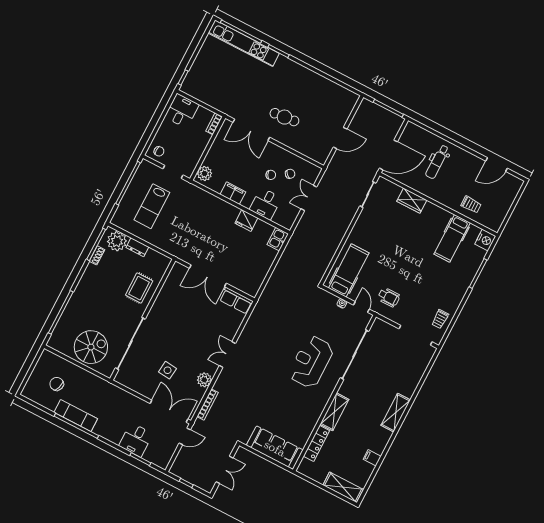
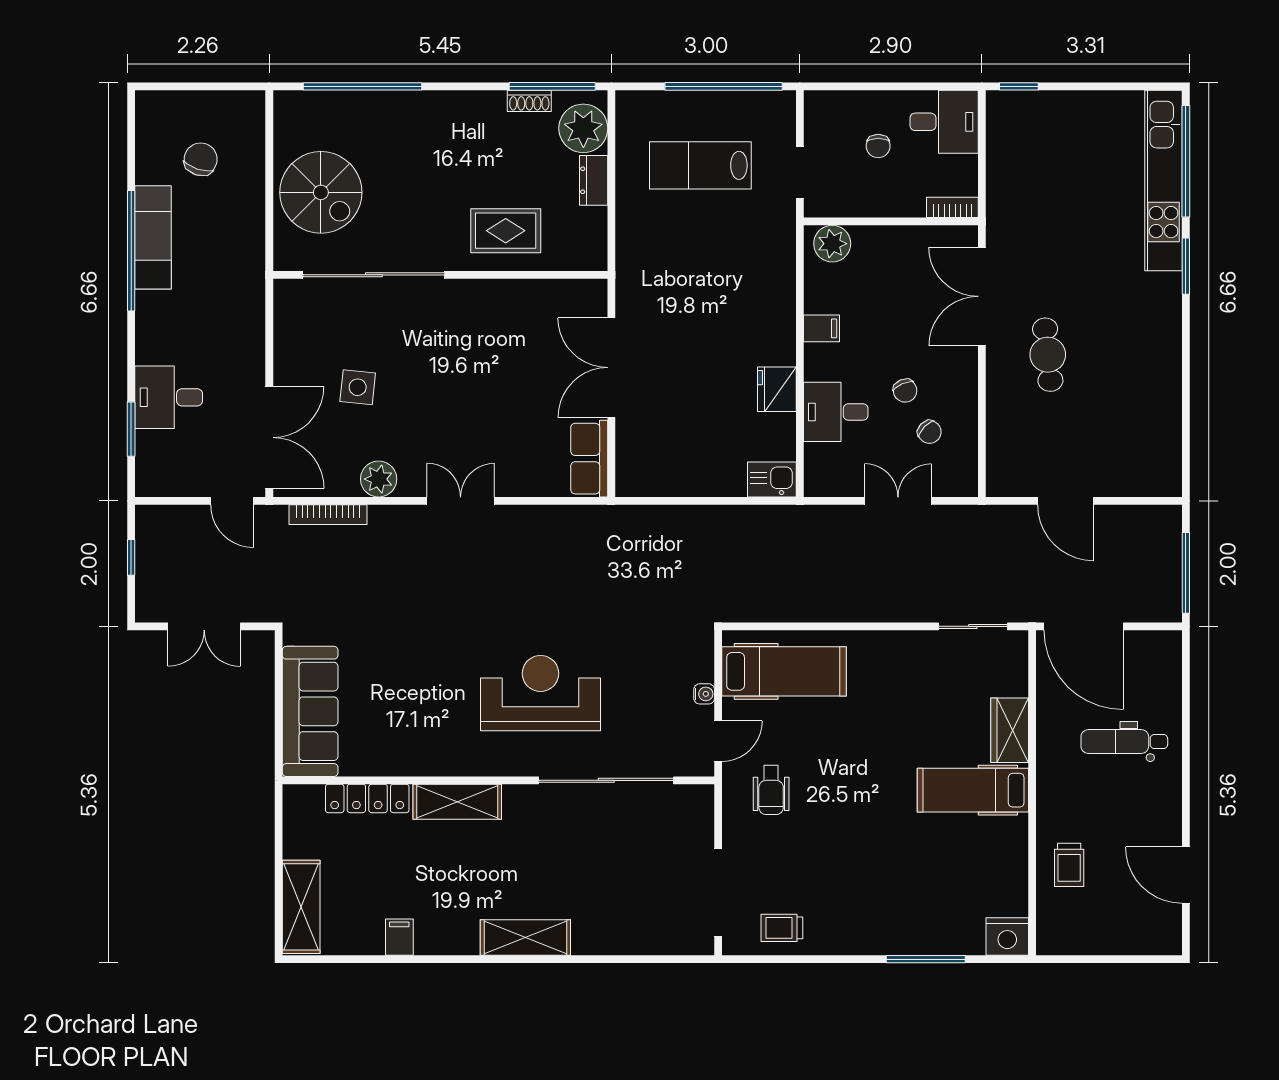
chair: (159, 151) -> (878, 146), moved
filing cabinet: (233, 193) -> (822, 328), width x0.50
hospital bed: (452, 238) -> (973, 790), moved

